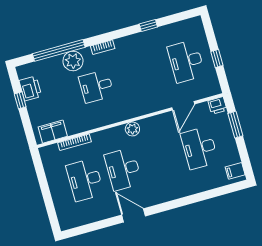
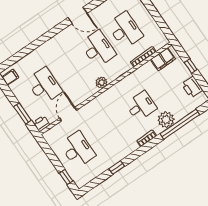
window: (217, 58) -> (66, 177), moved
window: (20, 100) -> (191, 66), moved

